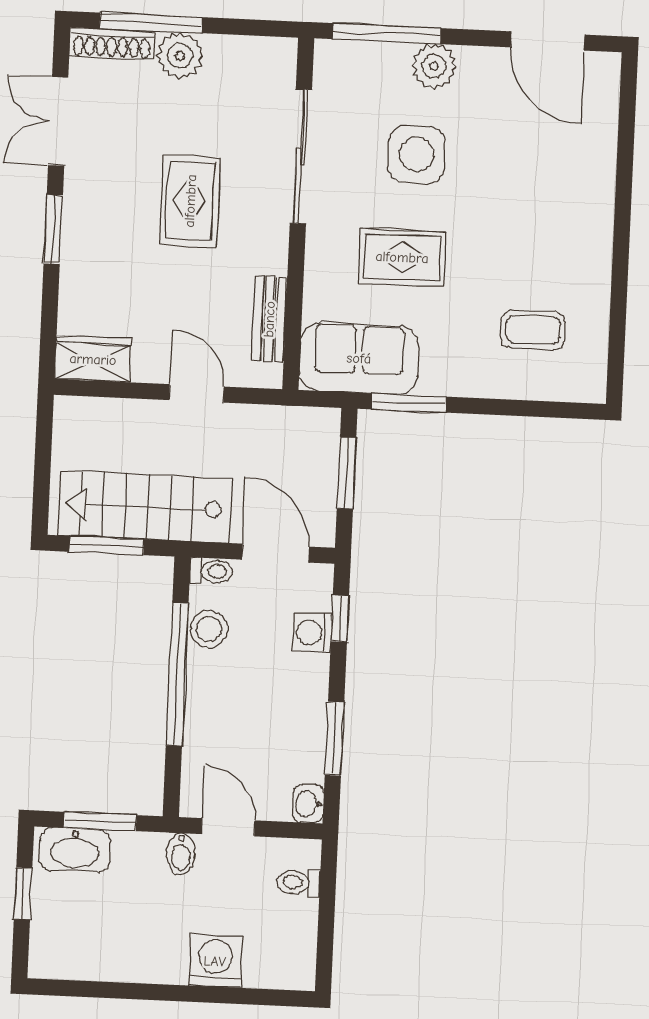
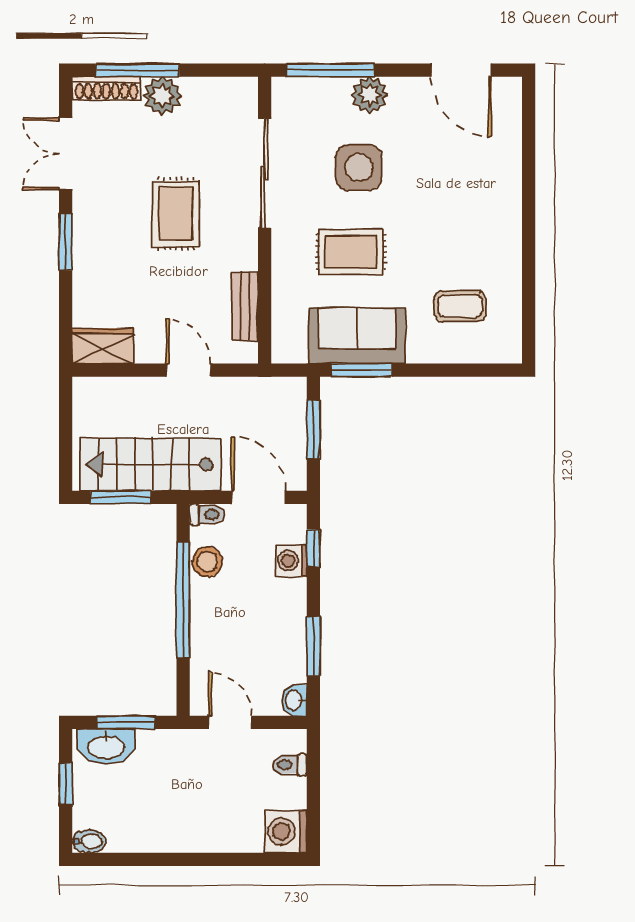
sofa: (359, 358) -> (357, 336), moved
bidet: (181, 854) -> (89, 841), moved, turned -90
washing machine: (215, 961) -> (286, 832), moved, turned -90

